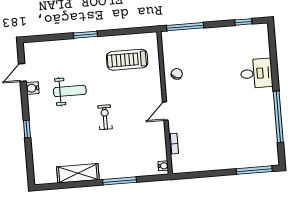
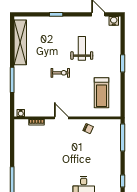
treadmill: (127, 60) -> (102, 93), turned 180
water cooler: (32, 88) -> (114, 21), moved
weight bench: (70, 91) -> (82, 48), turned 180
shelving: (78, 173) -> (20, 42), width x1.47

